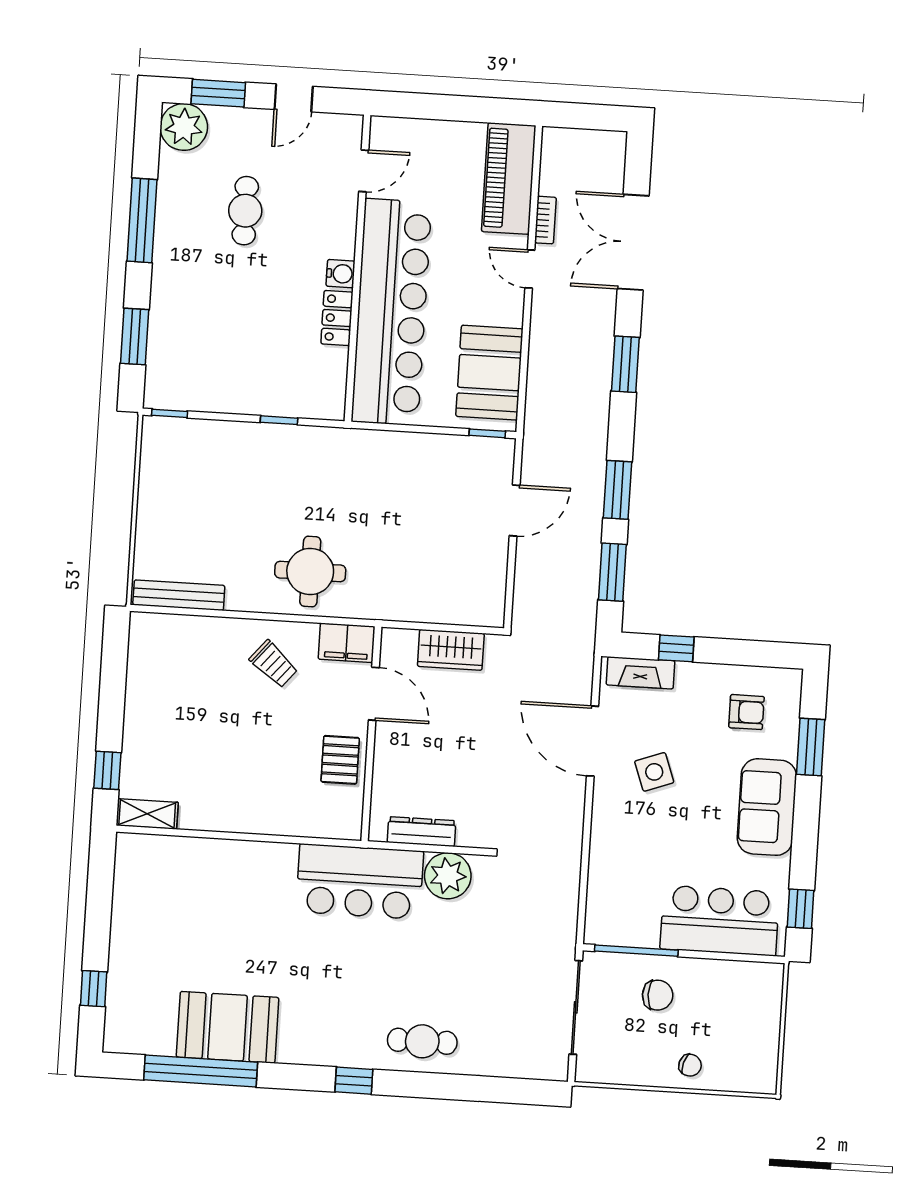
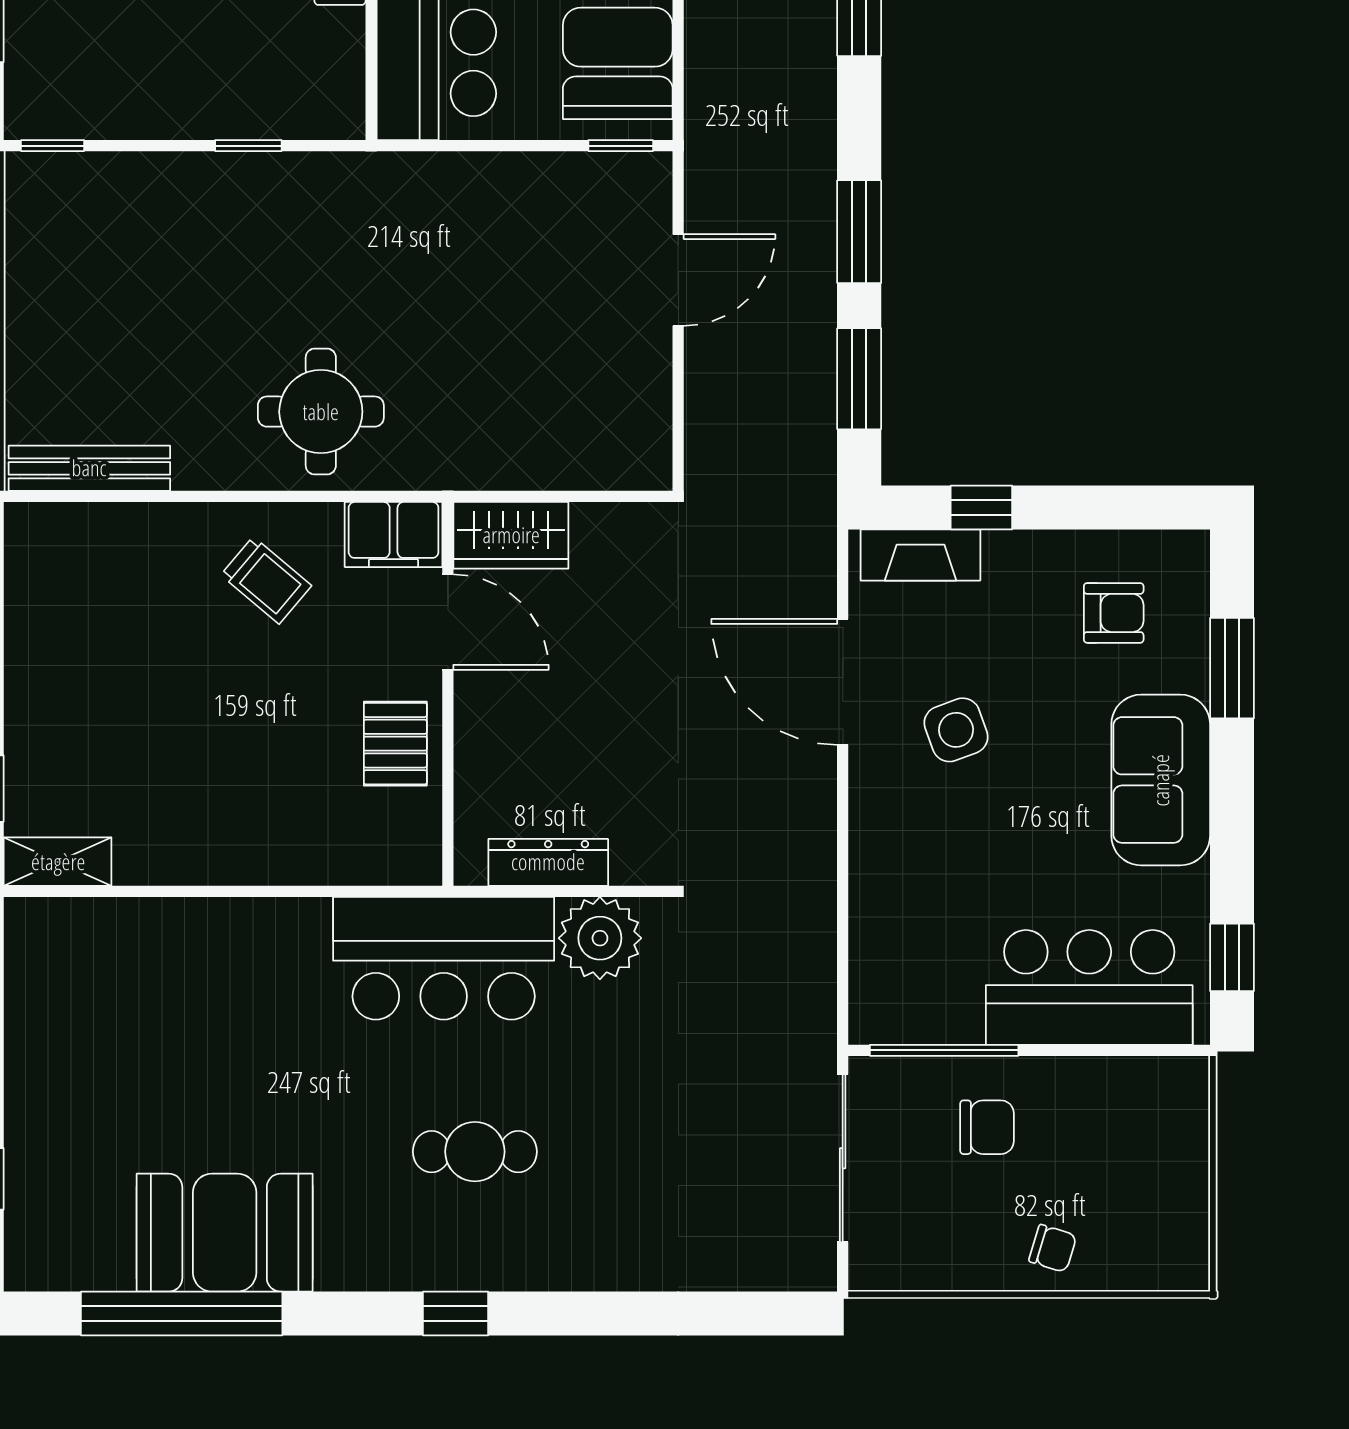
wardrobe: (451, 650) -> (511, 535), moved
cafe table: (422, 1041) -> (475, 1152), moved

